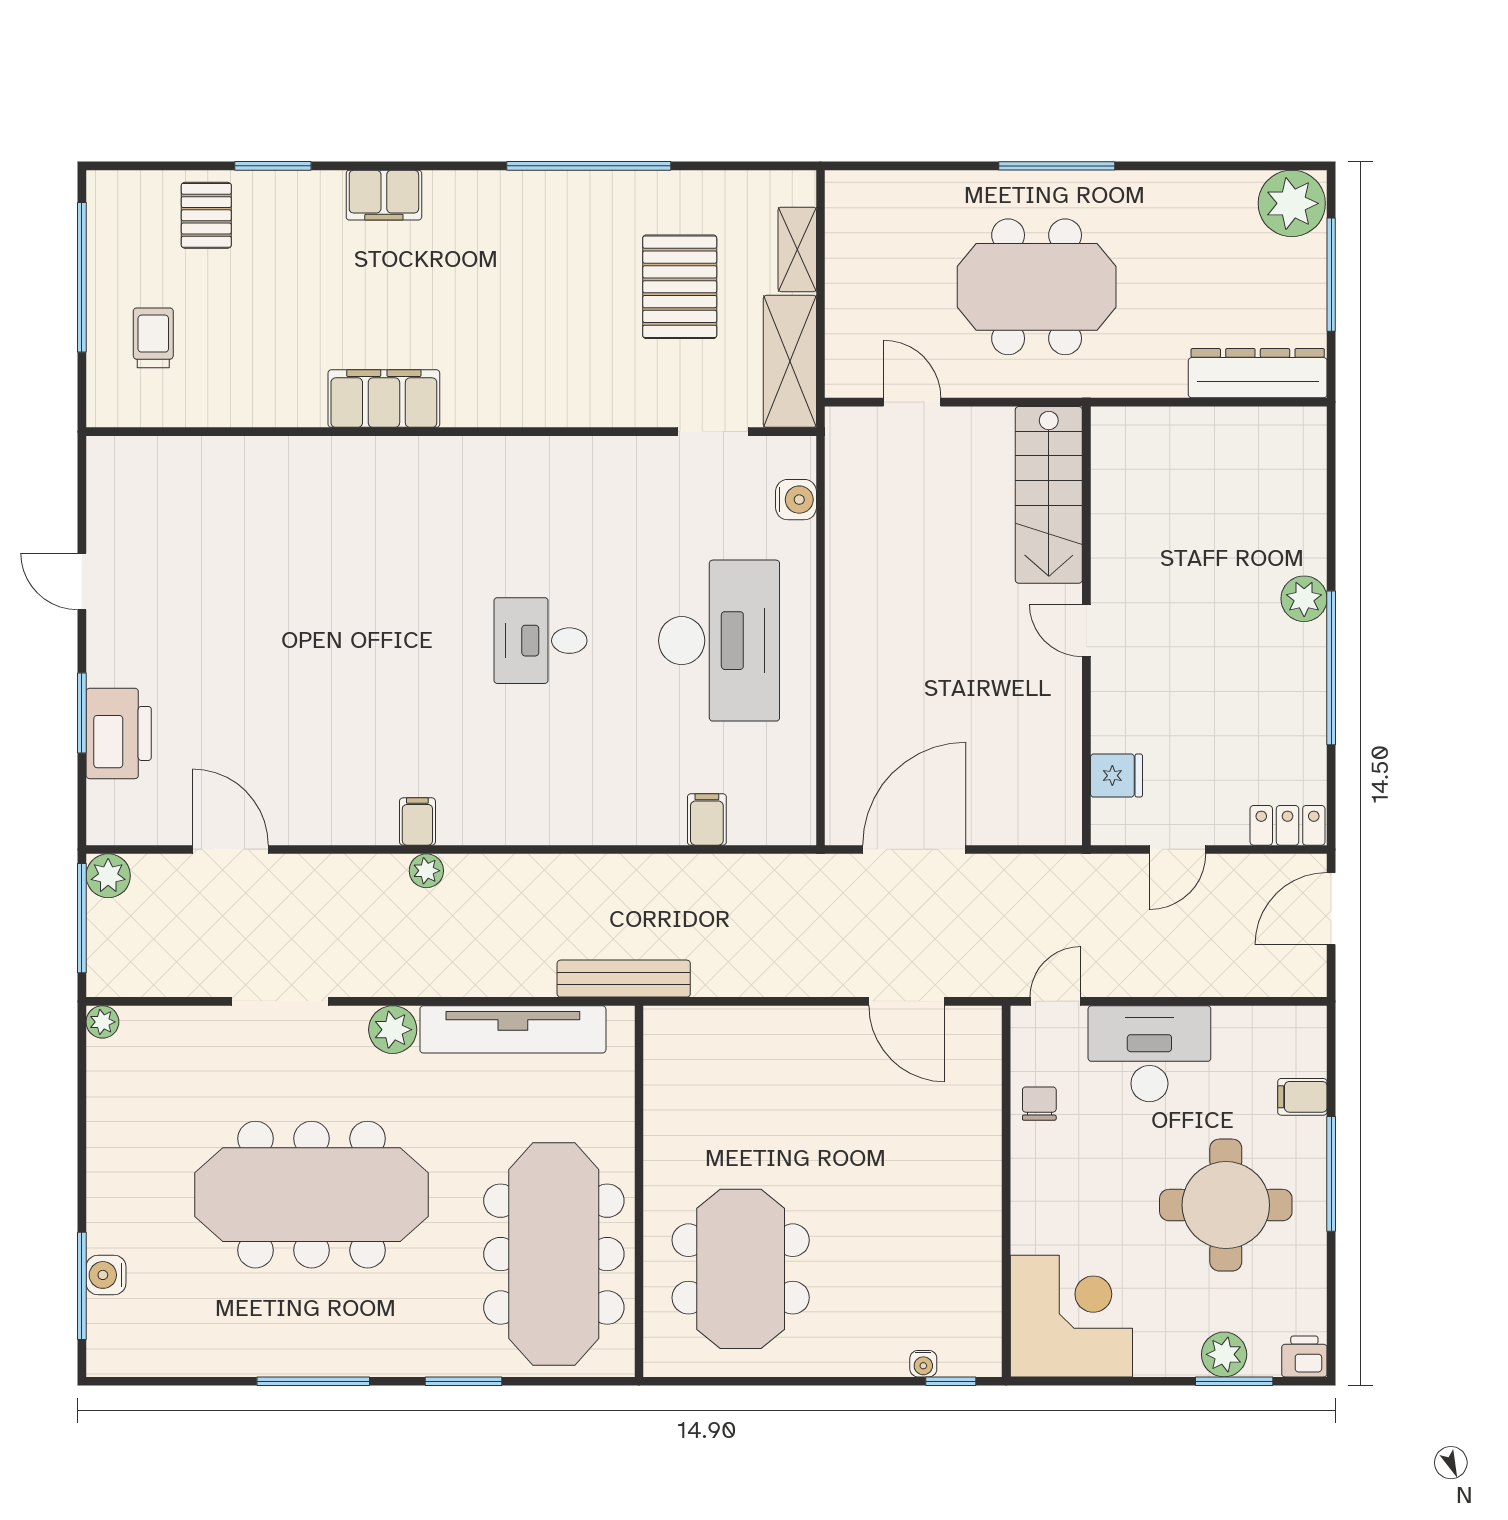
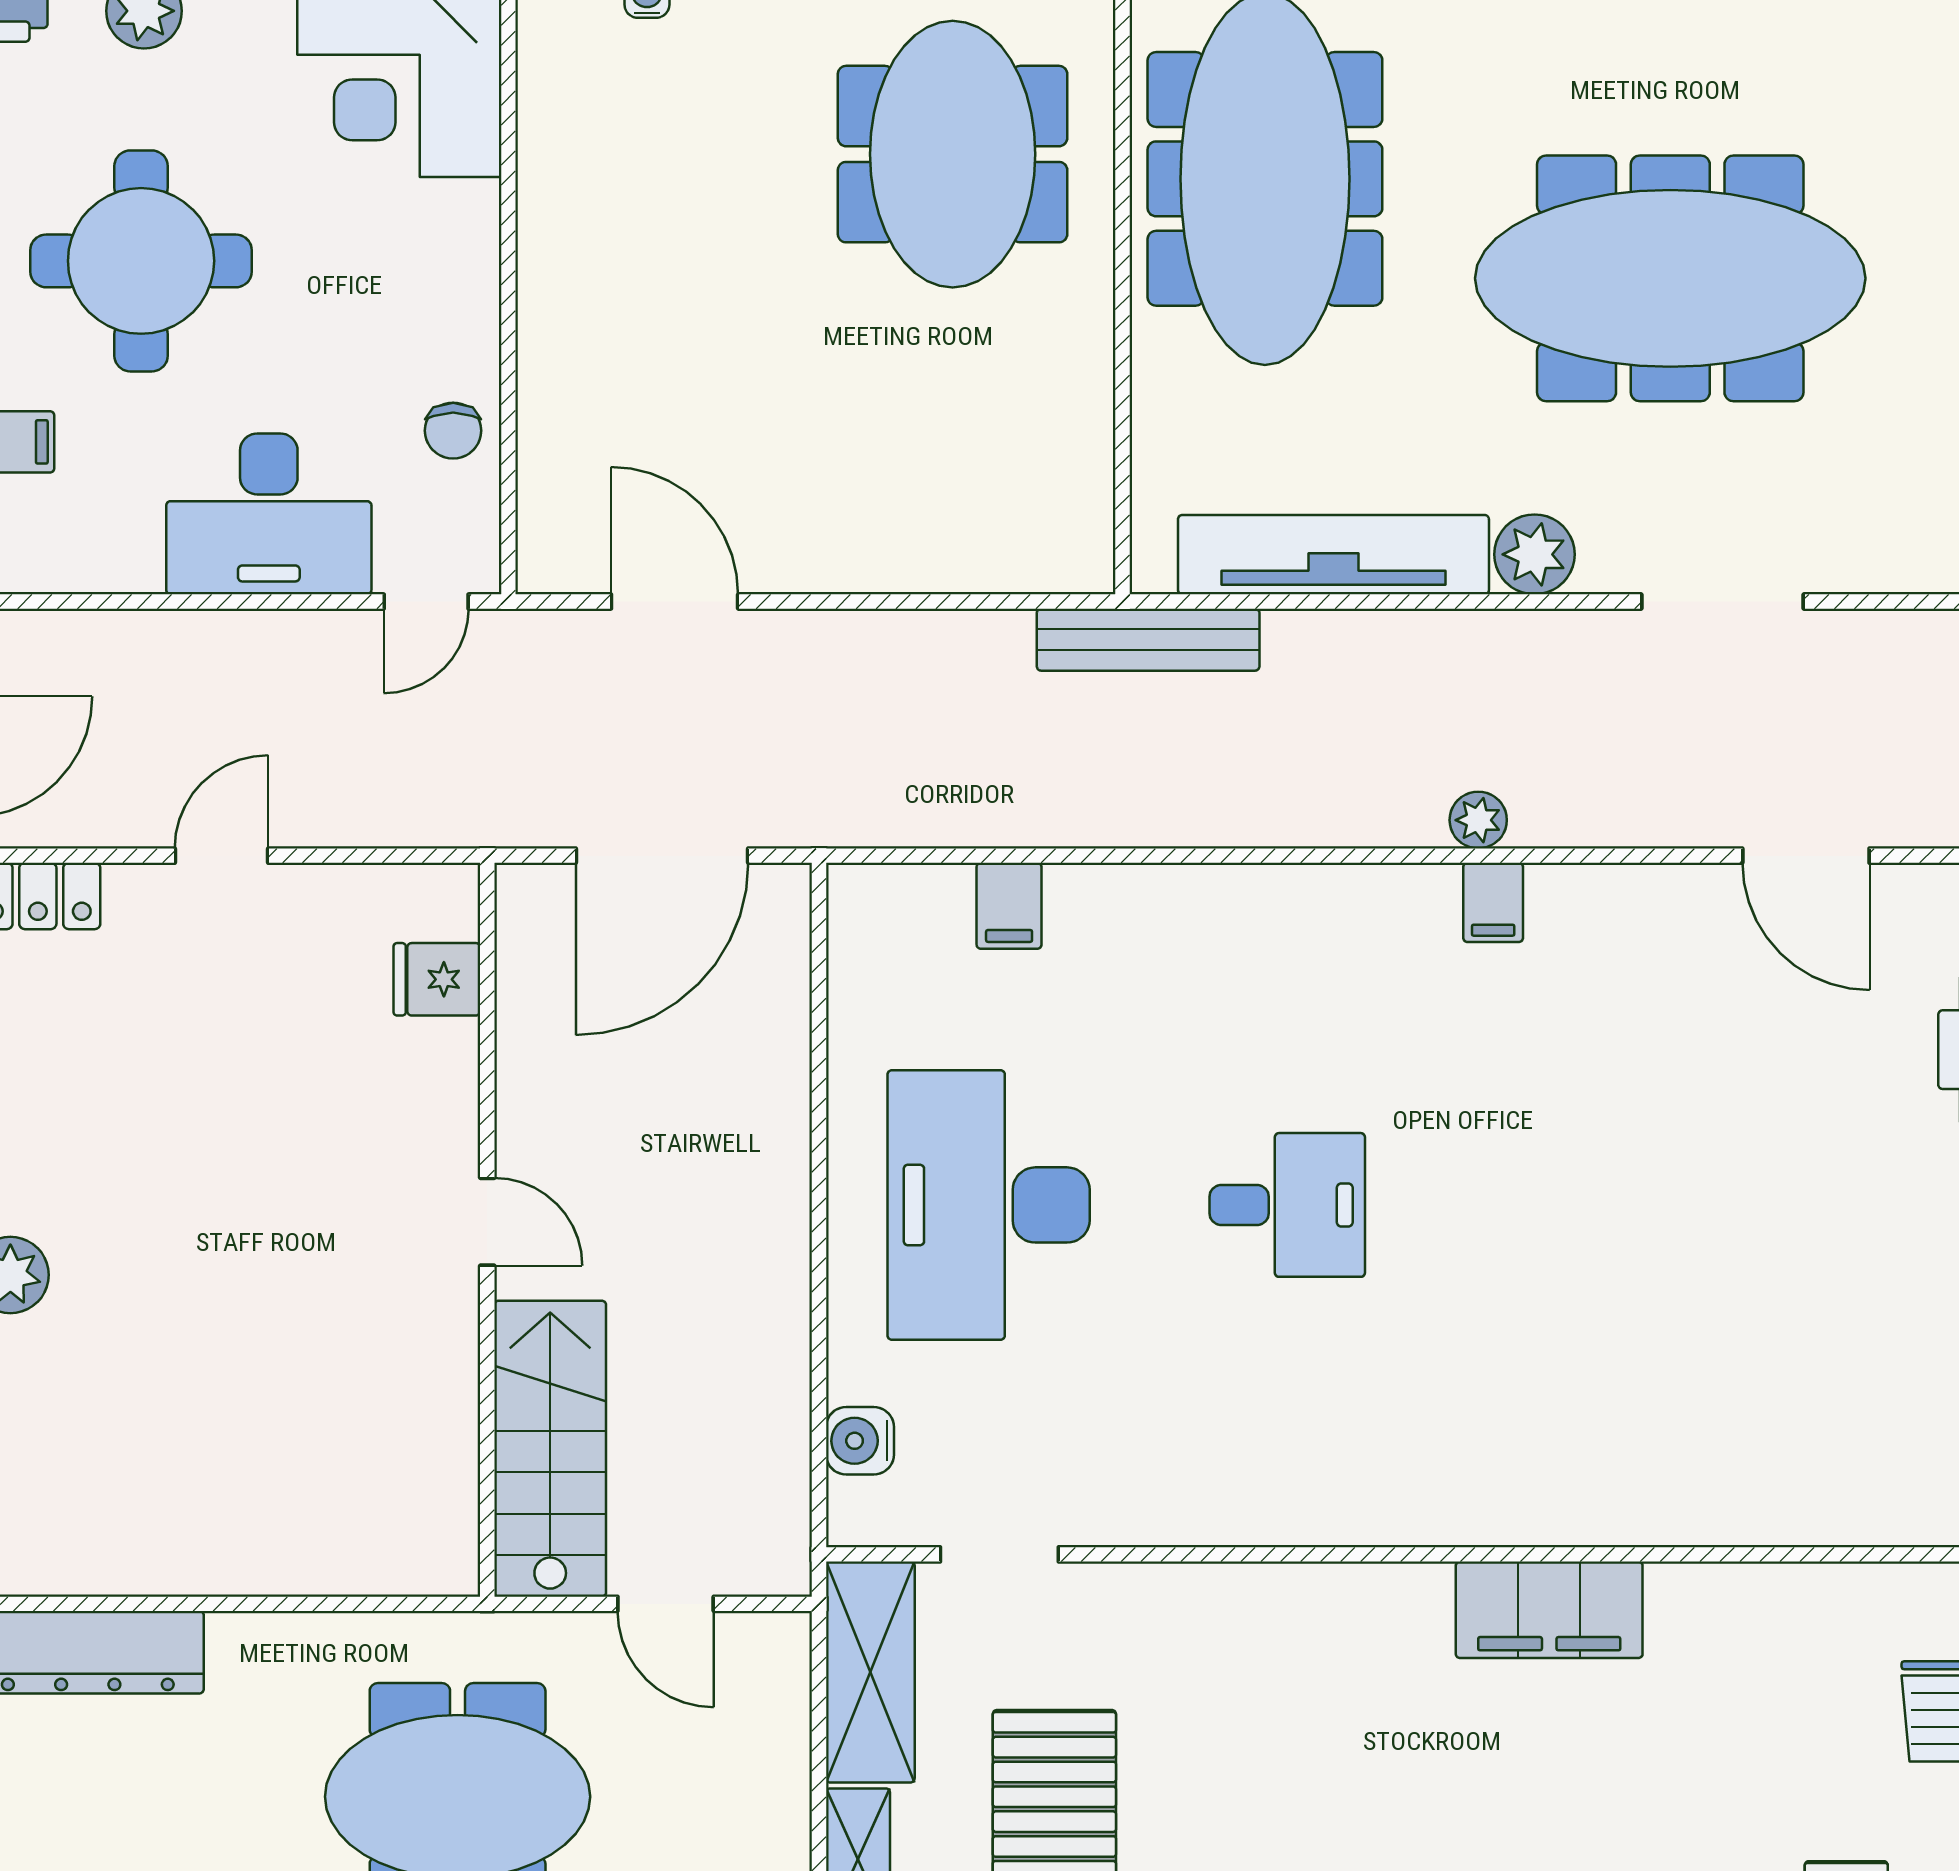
stairs: (1049, 495) -> (550, 1449), moved
wall: (1086, 626) -> (487, 1230), moved
door: (1086, 631) -> (487, 1222), moved
fridge: (1116, 776) -> (437, 979), moved

